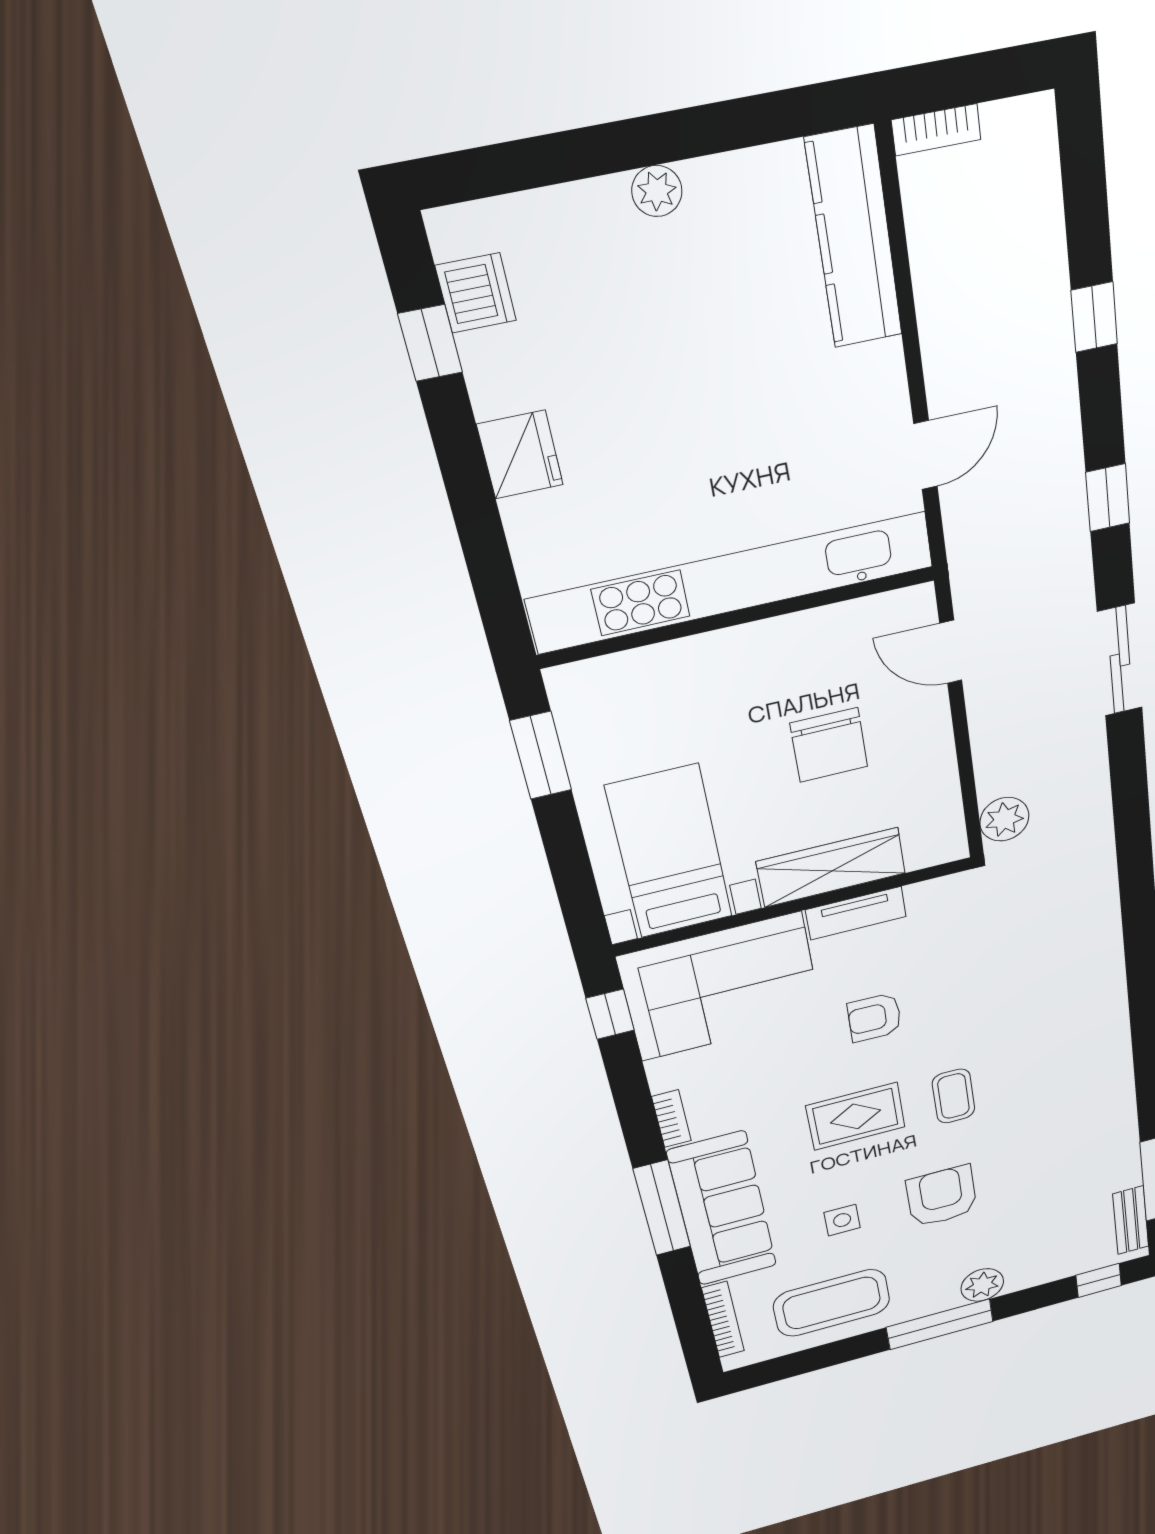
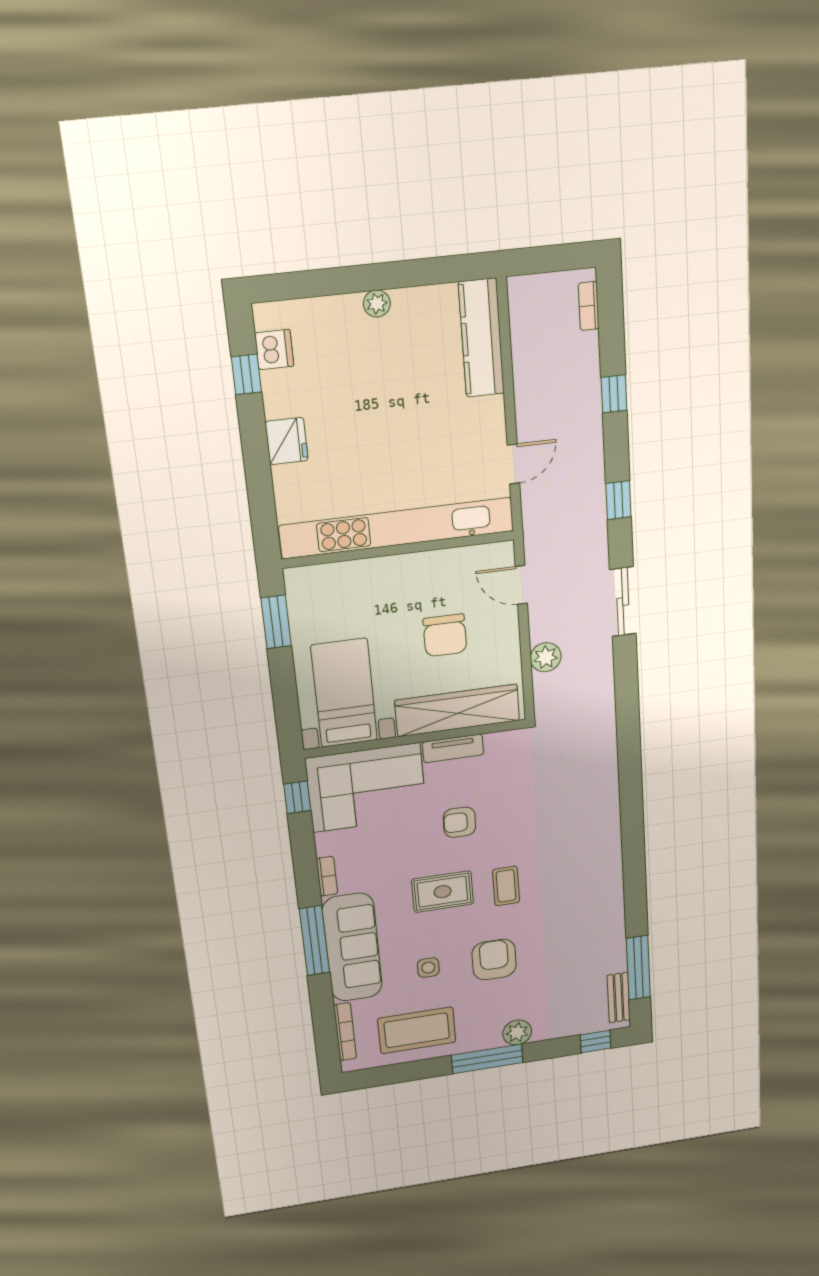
bookcase: (936, 130) -> (589, 306), moved, turned 90
plant: (1004, 819) -> (546, 657), moved
wardrobe: (831, 867) -> (457, 710), width x1.40, depth x1.17

